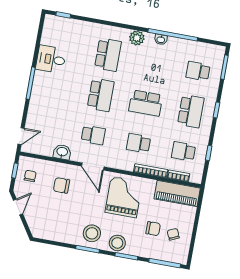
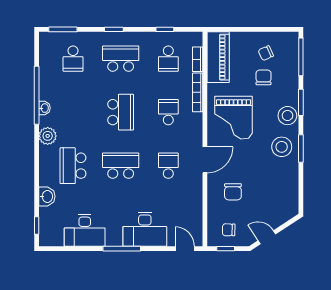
school desk: (108, 55) -> (73, 166), turned -90
desk: (51, 59) -> (85, 230), width x1.37
desk: (43, 105) -> (145, 229), added
school desk: (138, 143) -> (168, 112), turned 180
washbasin: (62, 152) -> (47, 196), moved, turned 180
grand piano: (124, 197) -> (233, 118), turned -90

